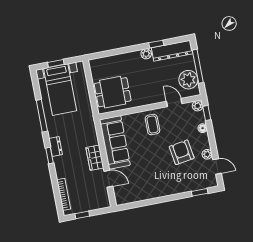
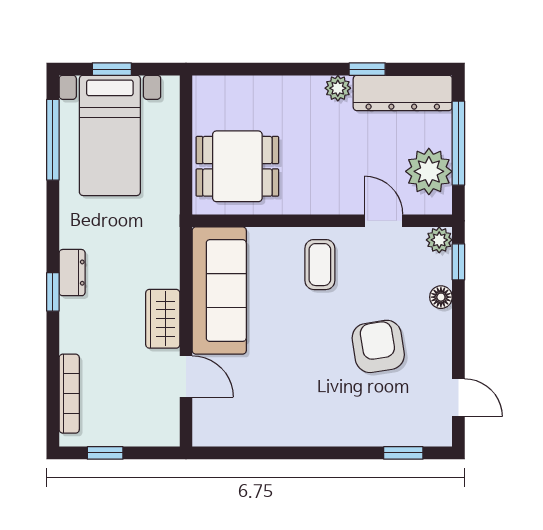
window: (42, 116) -> (53, 140), moved
plant: (207, 154) -> (440, 363), removed

